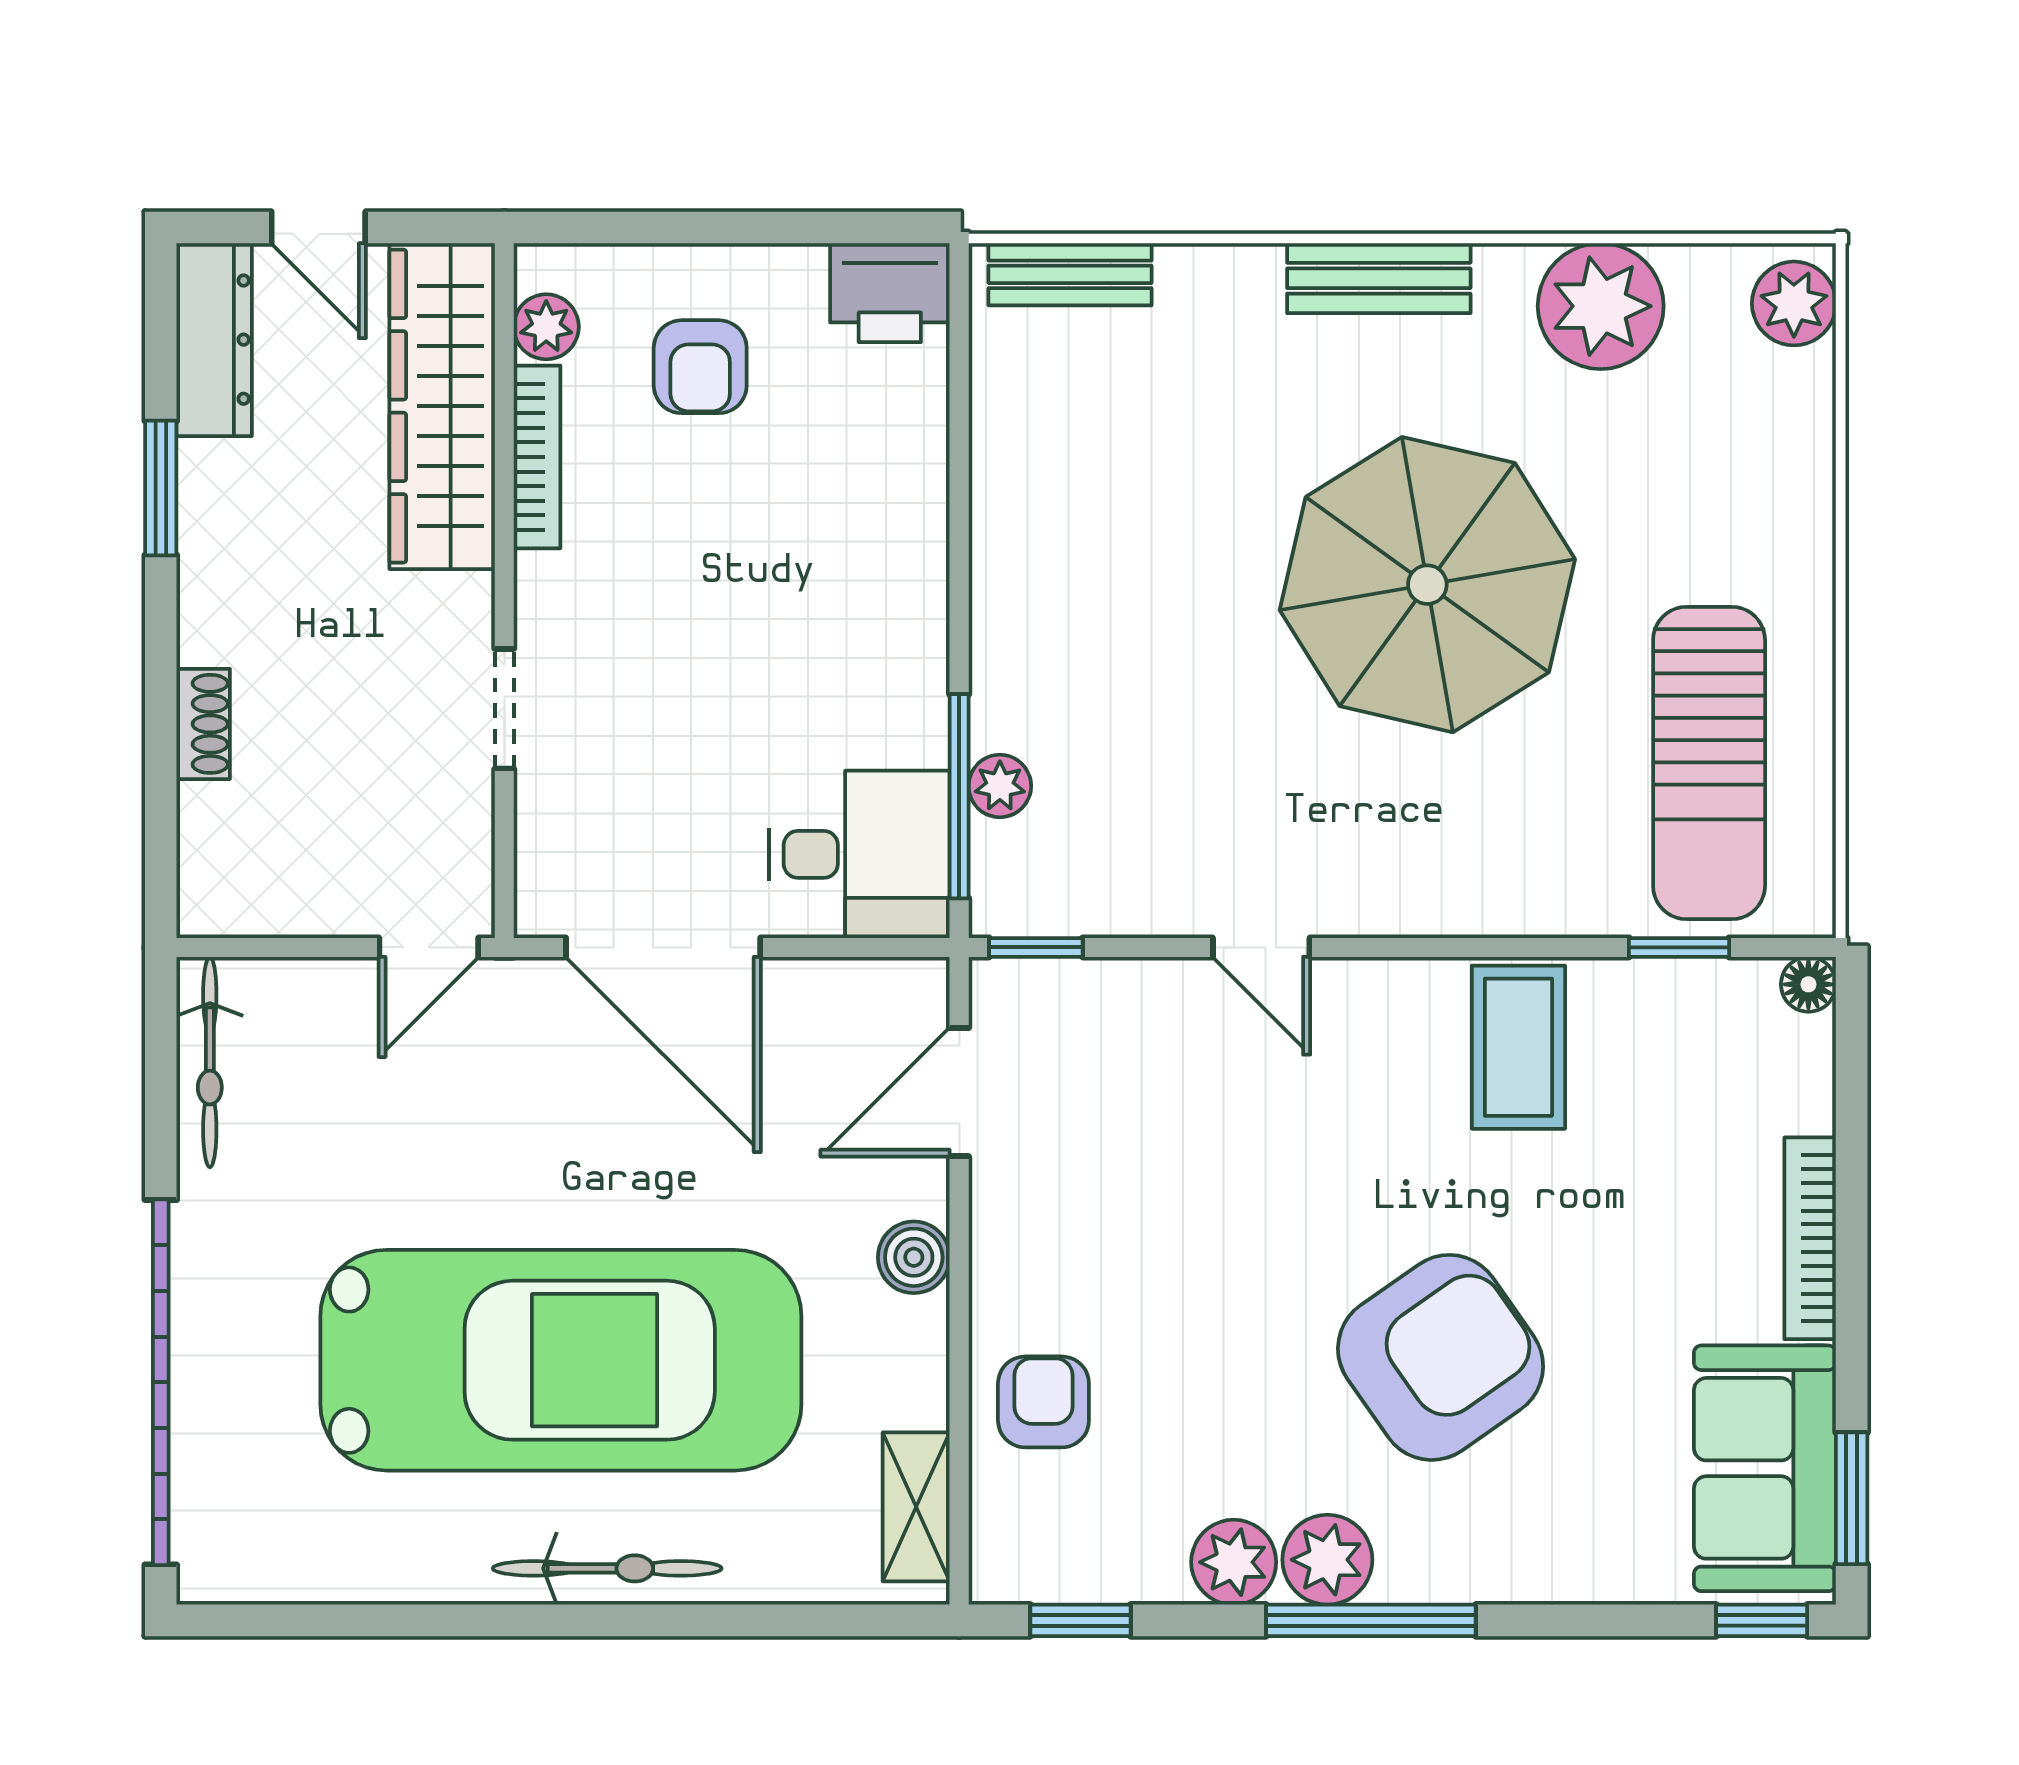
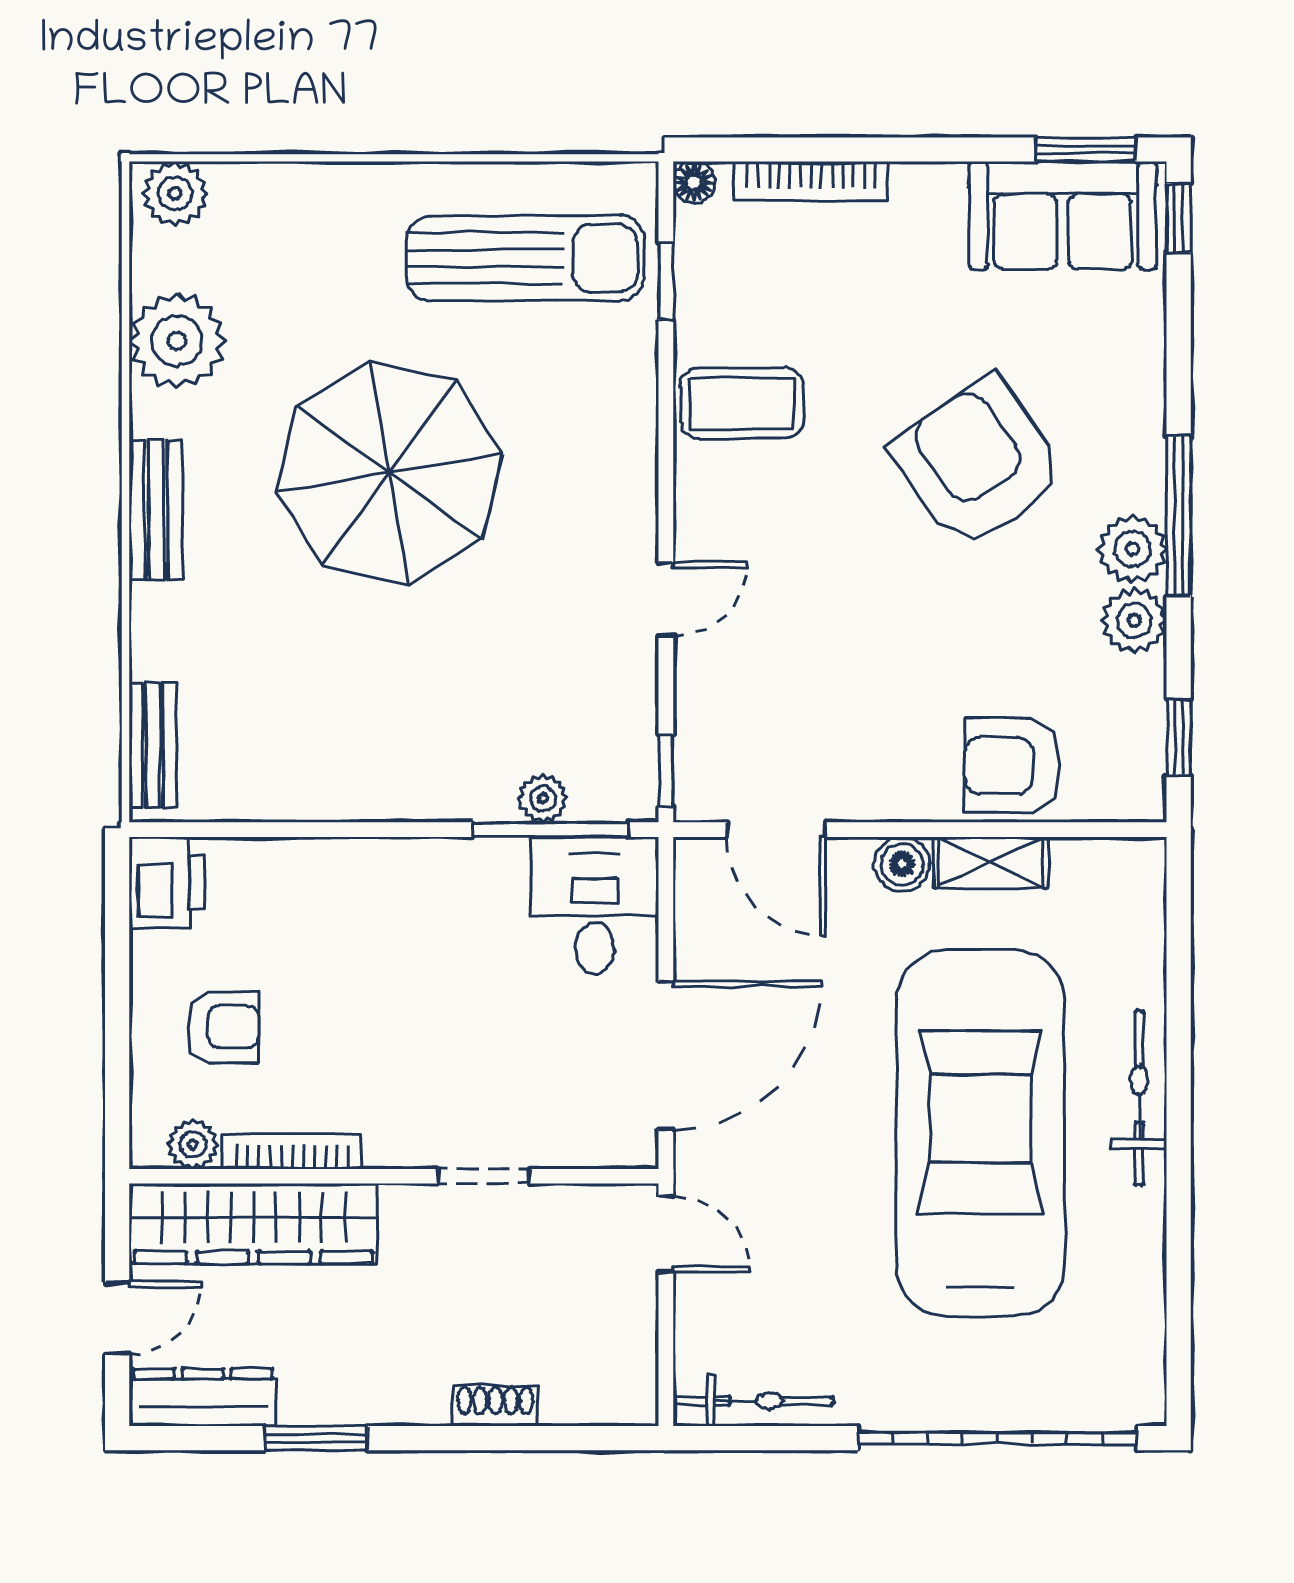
bookcase: (1810, 1238) -> (811, 181), moved
armchair: (1043, 1402) -> (1012, 765), width x1.38, depth x1.38
shelving: (916, 1507) -> (991, 862), moved

